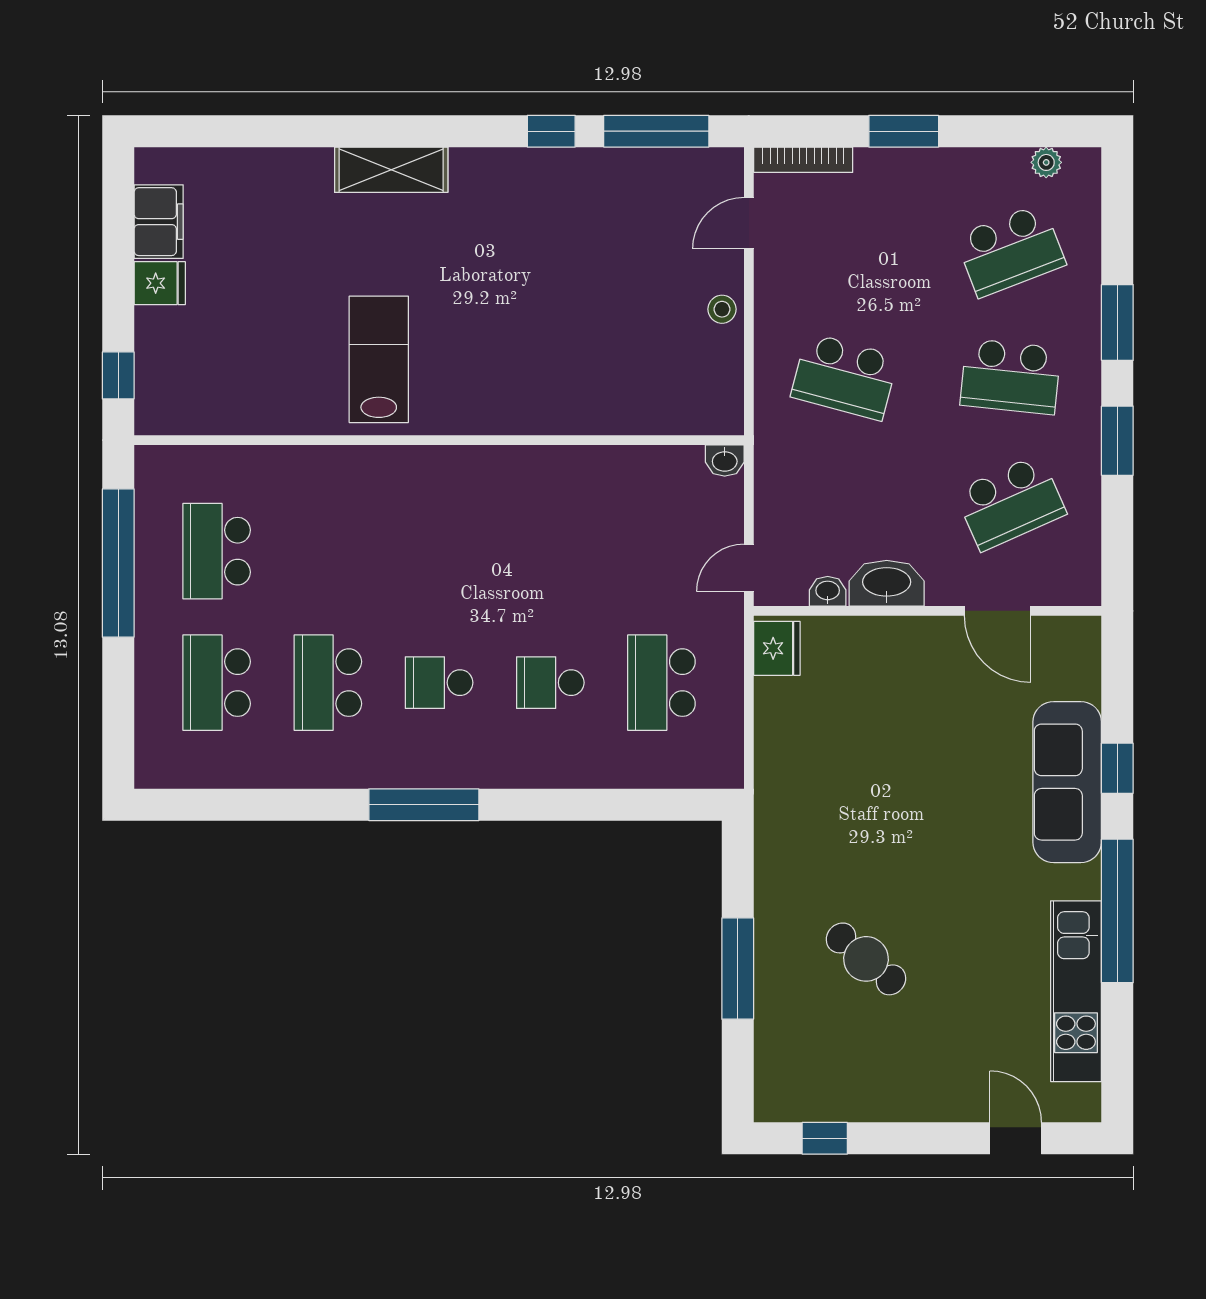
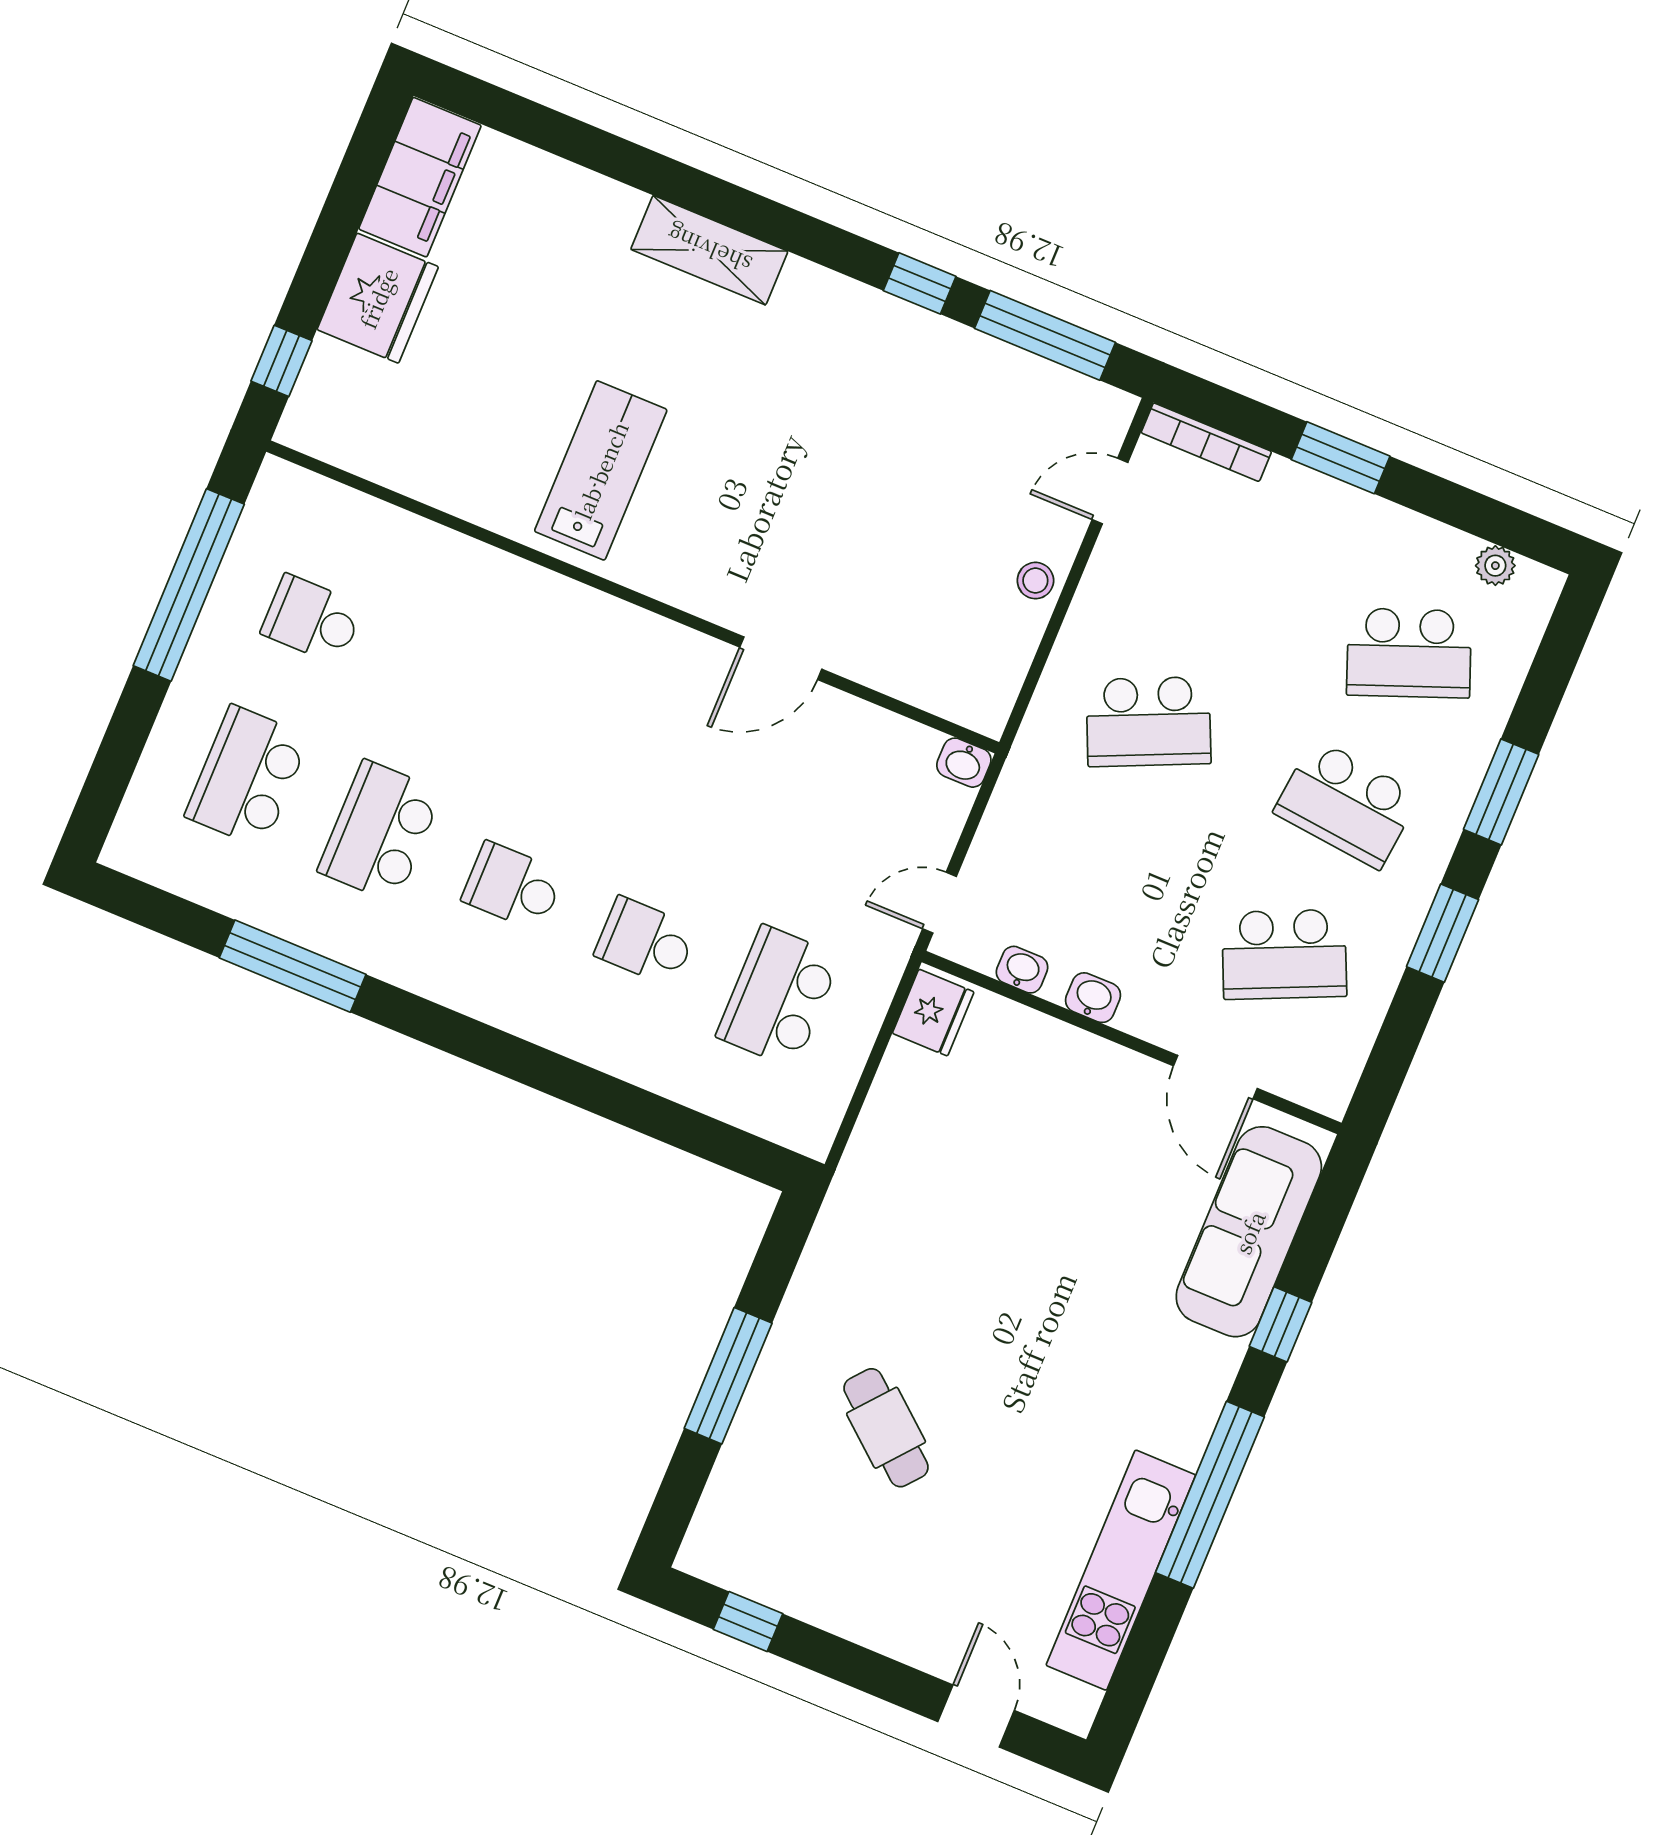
filing cabinet: (159, 222) -> (420, 177), width x1.50, depth x1.17
fridge: (160, 283) -> (378, 298), width x1.88, depth x1.34
school desk: (845, 377) -> (1148, 722), turned -39
door: (563, 440) -> (781, 658), added
school desk: (217, 551) -> (312, 619), width x0.54
washbasin: (887, 583) -> (1093, 998), width x0.52, depth x0.69
sofa: (1067, 782) -> (1249, 1232), moved
window: (424, 805) -> (293, 966), moved

